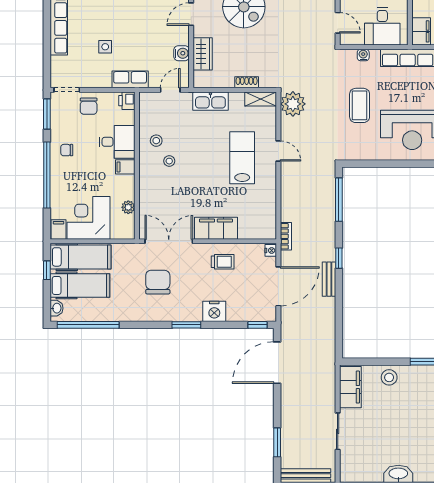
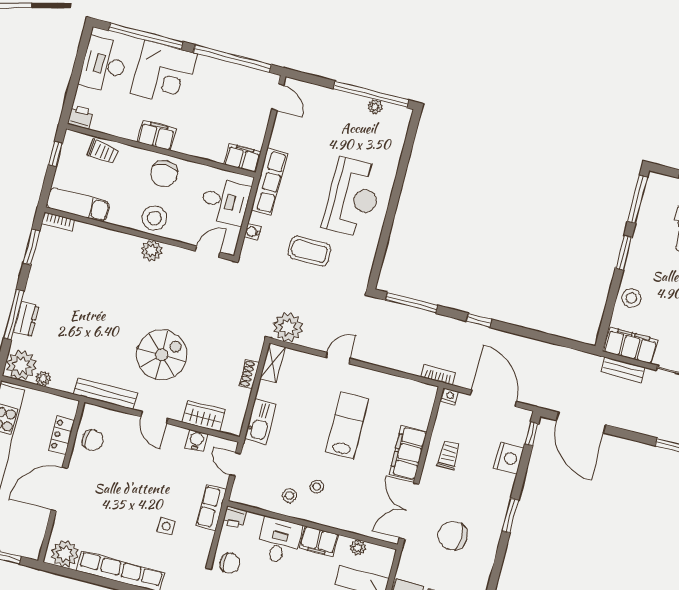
lab bench: (242, 158) -> (347, 425), moved, turned 90
filing cabinet: (125, 167) -> (319, 541), width x2.00
bench: (329, 279) -> (623, 370), moved
nightstand: (214, 311) -> (509, 458), moved

